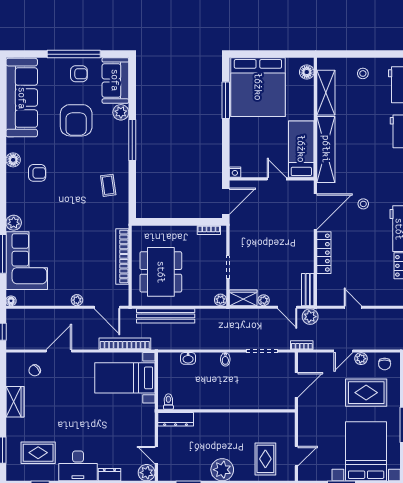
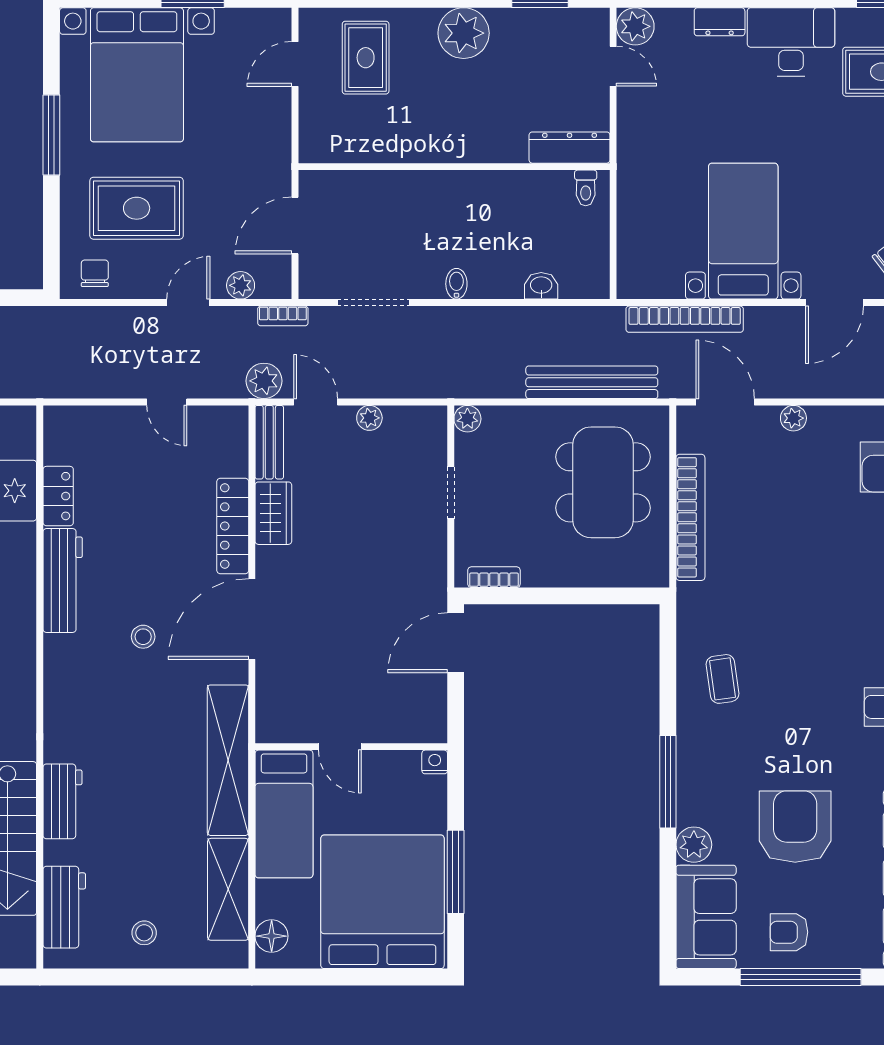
bed: (301, 149) -> (284, 814), moved
nightstand: (235, 172) -> (435, 762), moved
wall: (272, 179) -> (351, 747), moved
door: (277, 179) -> (340, 747), moved
wardrobe: (243, 298) -> (273, 513), moved, turned -90
plant: (361, 359) -> (241, 285), moved
bed with nightstands: (125, 378) -> (743, 231), moved, turned -90

